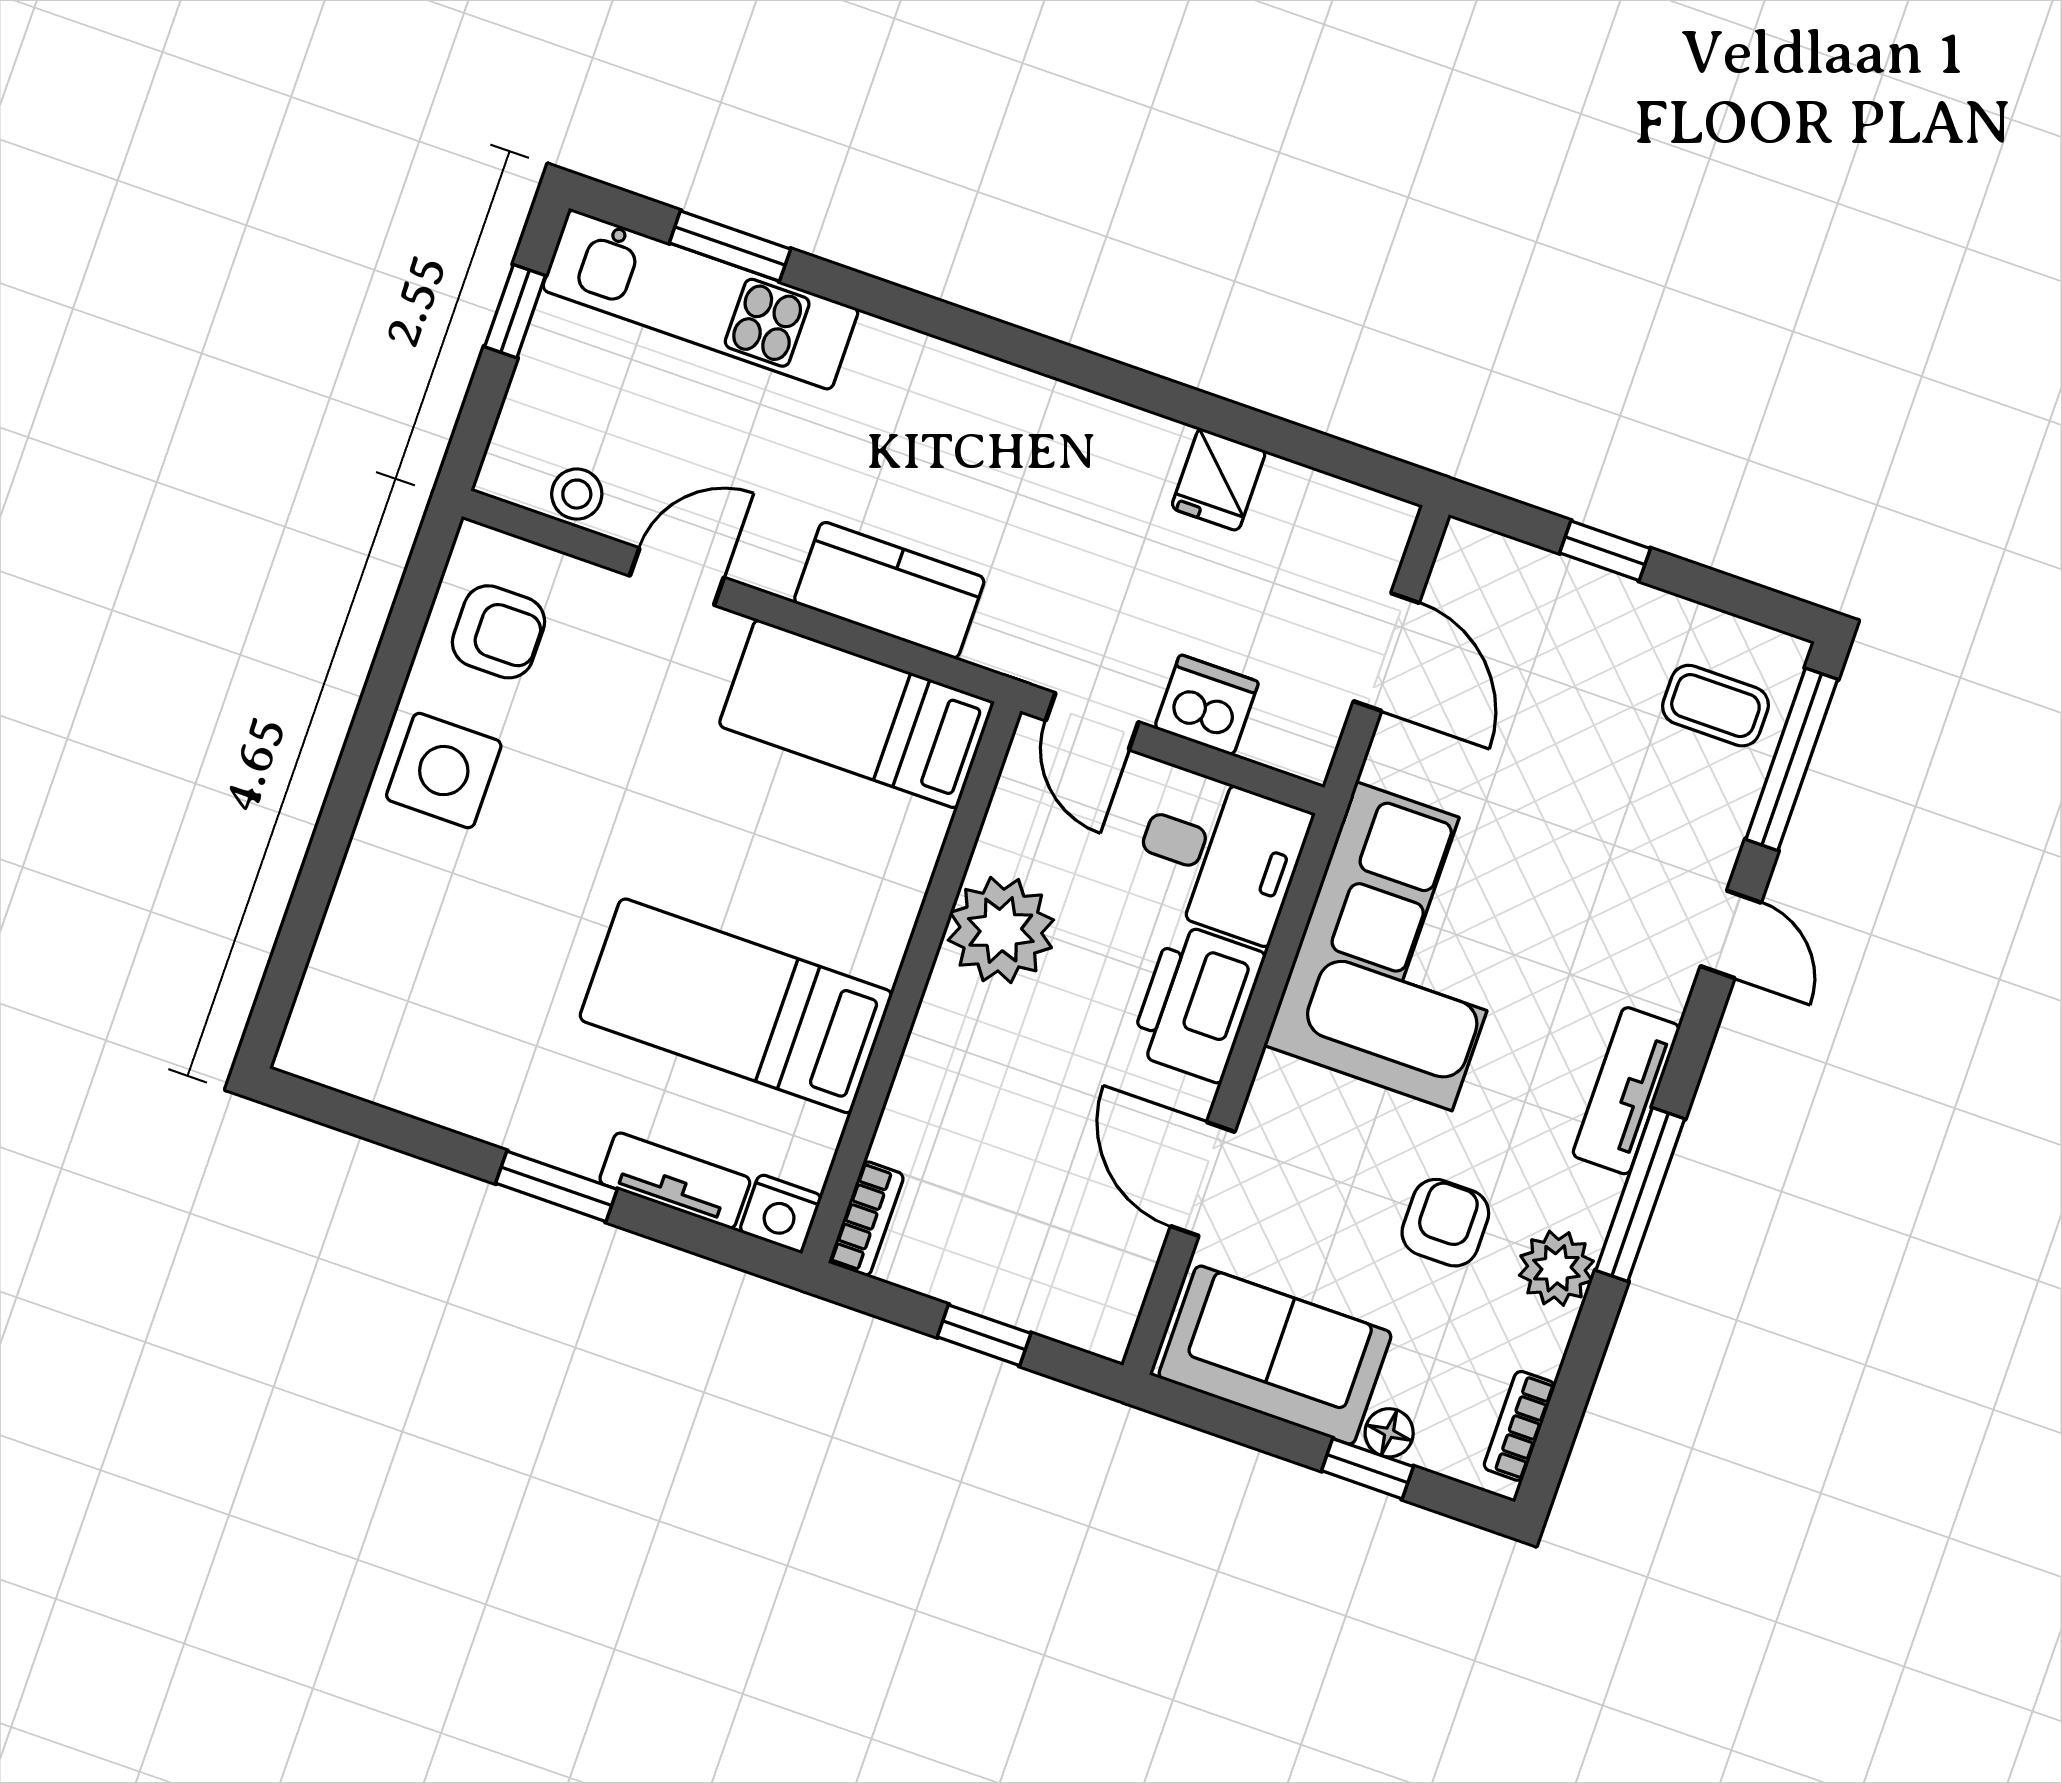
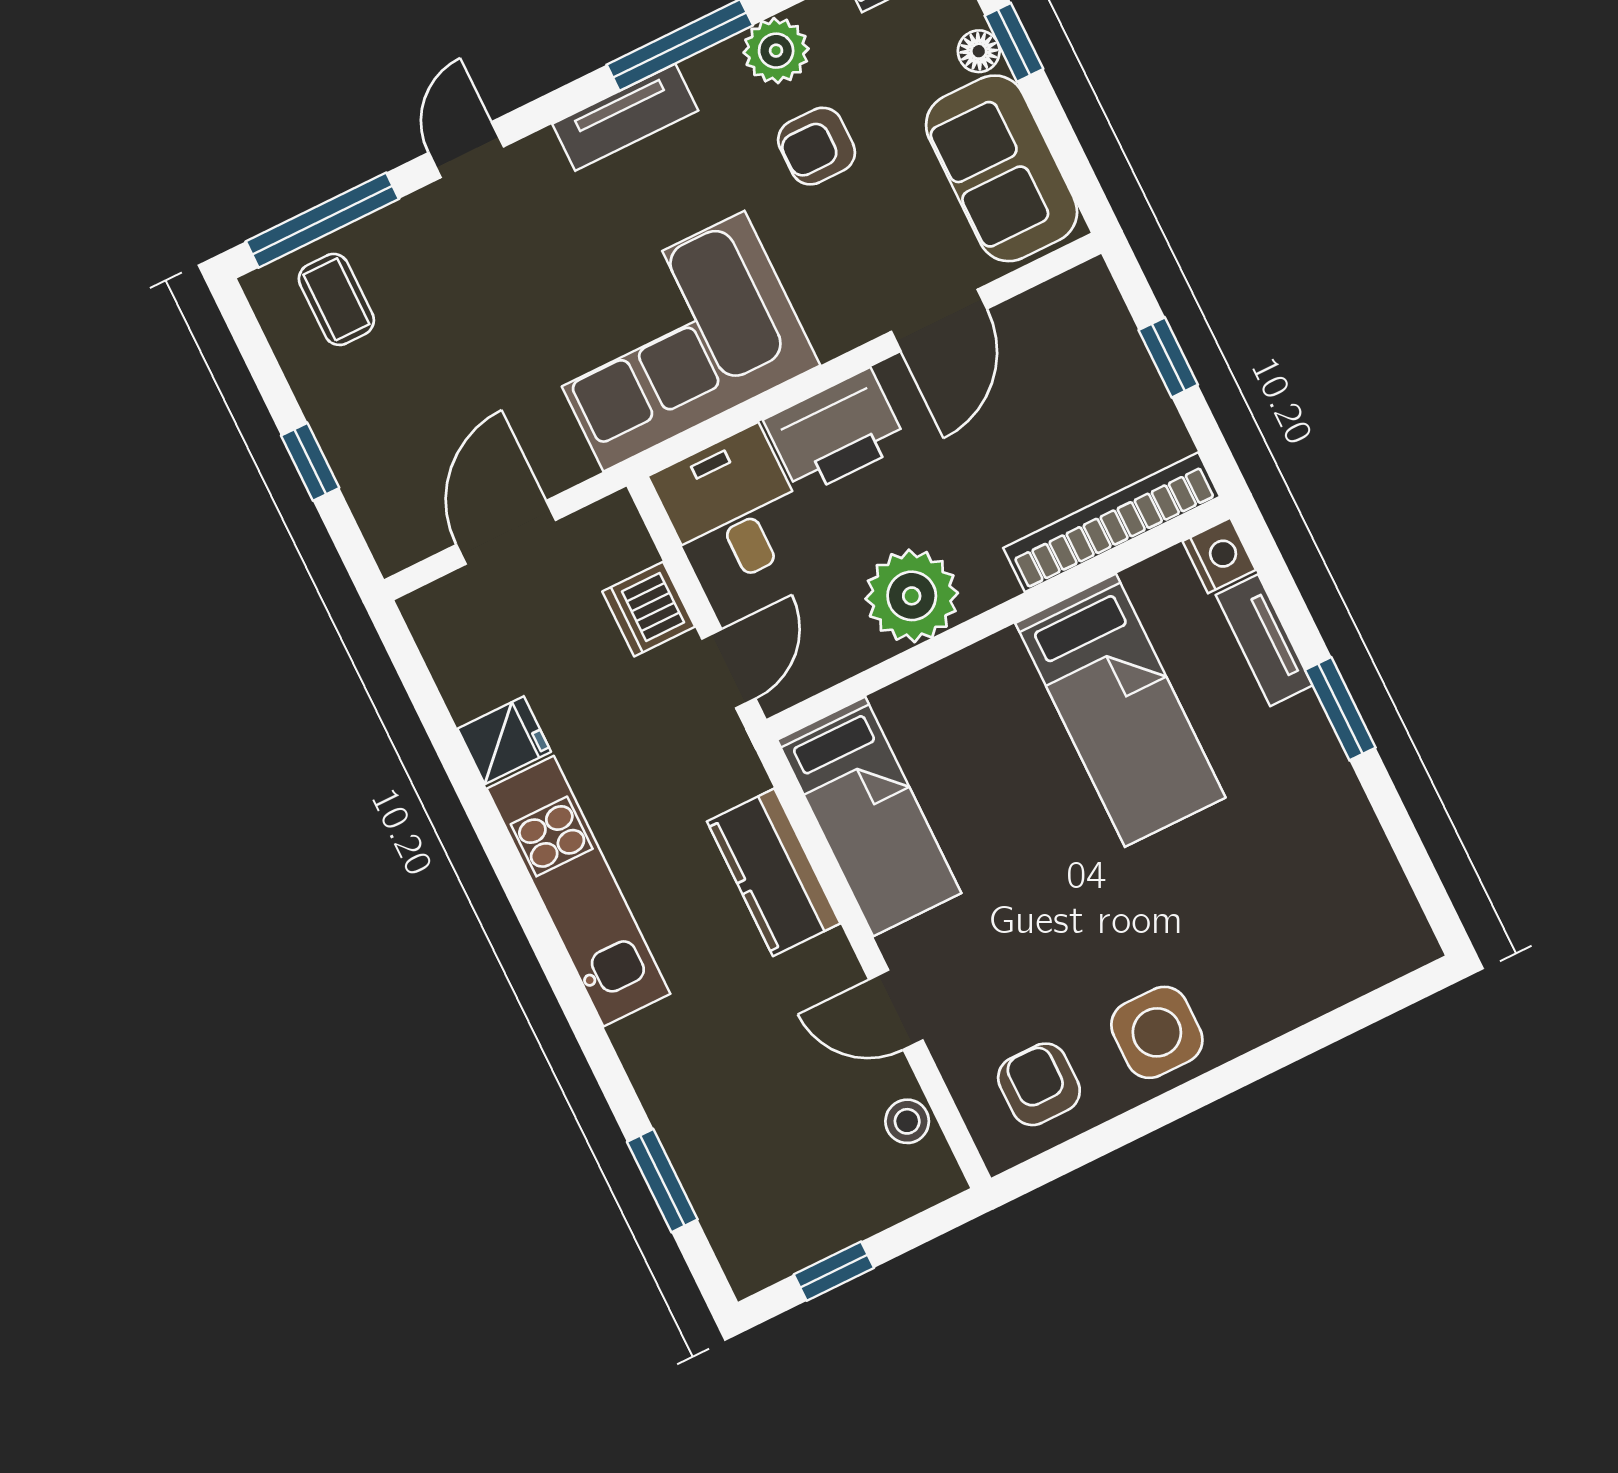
kitchen unit: (700, 300) -> (579, 891), moved
bookcase: (866, 1219) -> (1112, 522), width x2.31, depth x1.31

